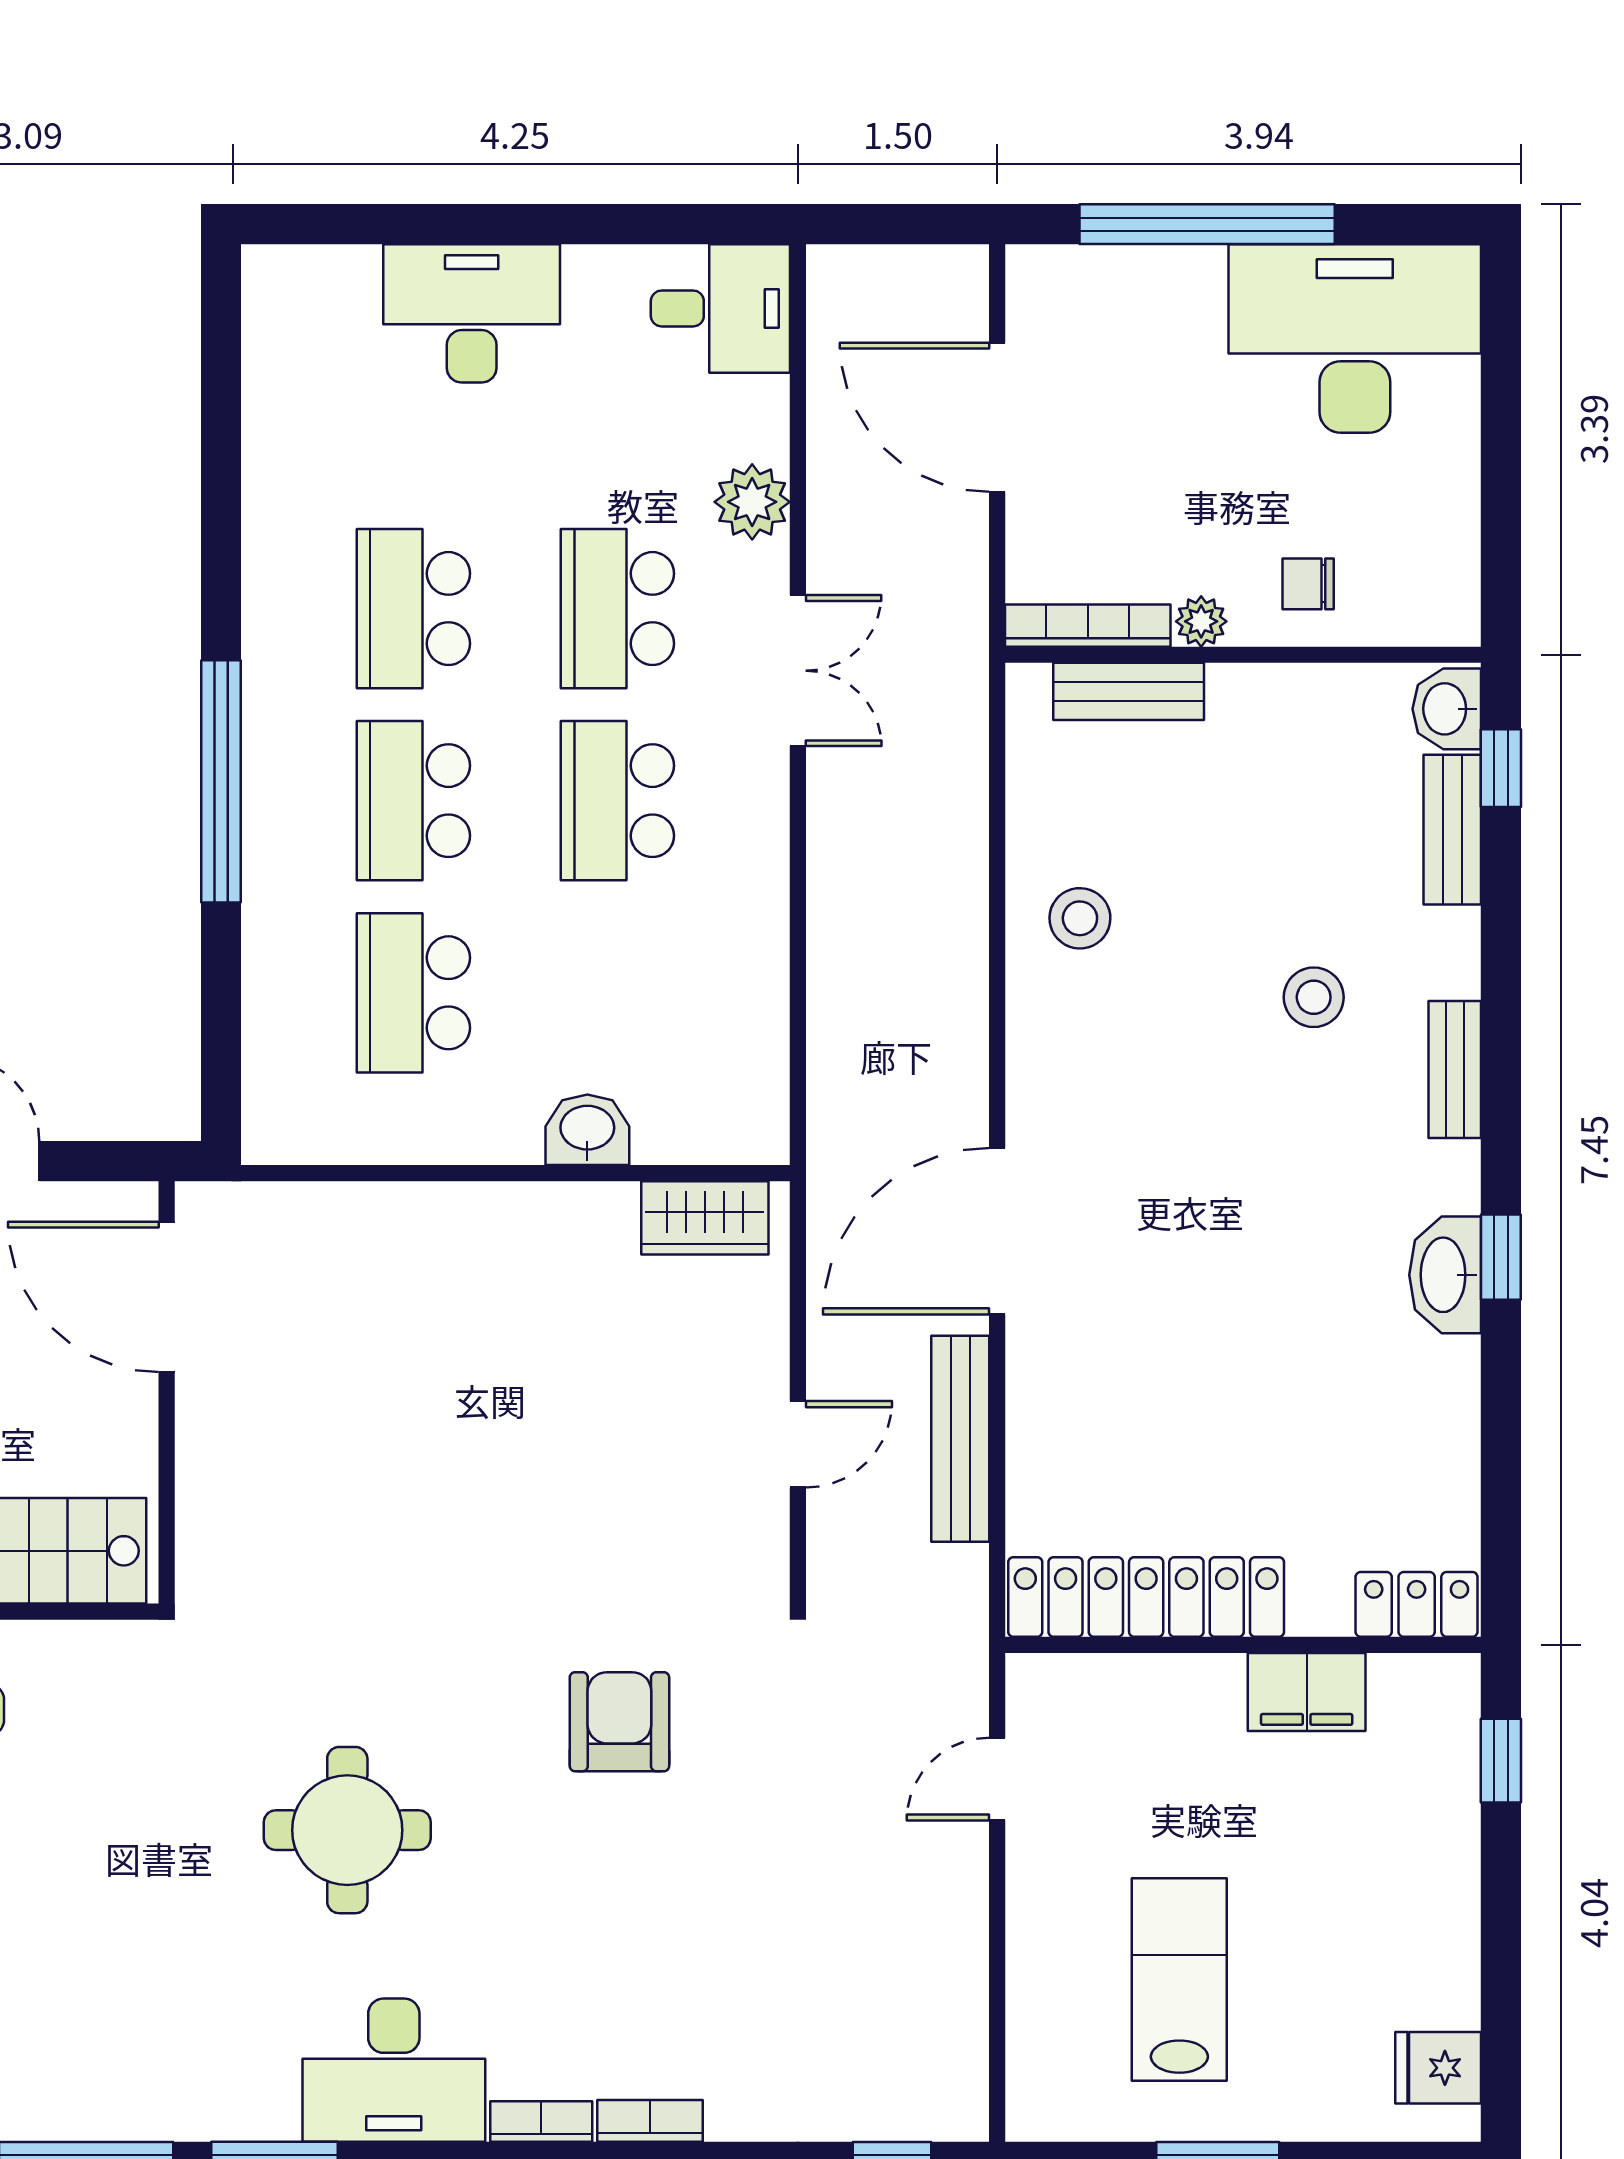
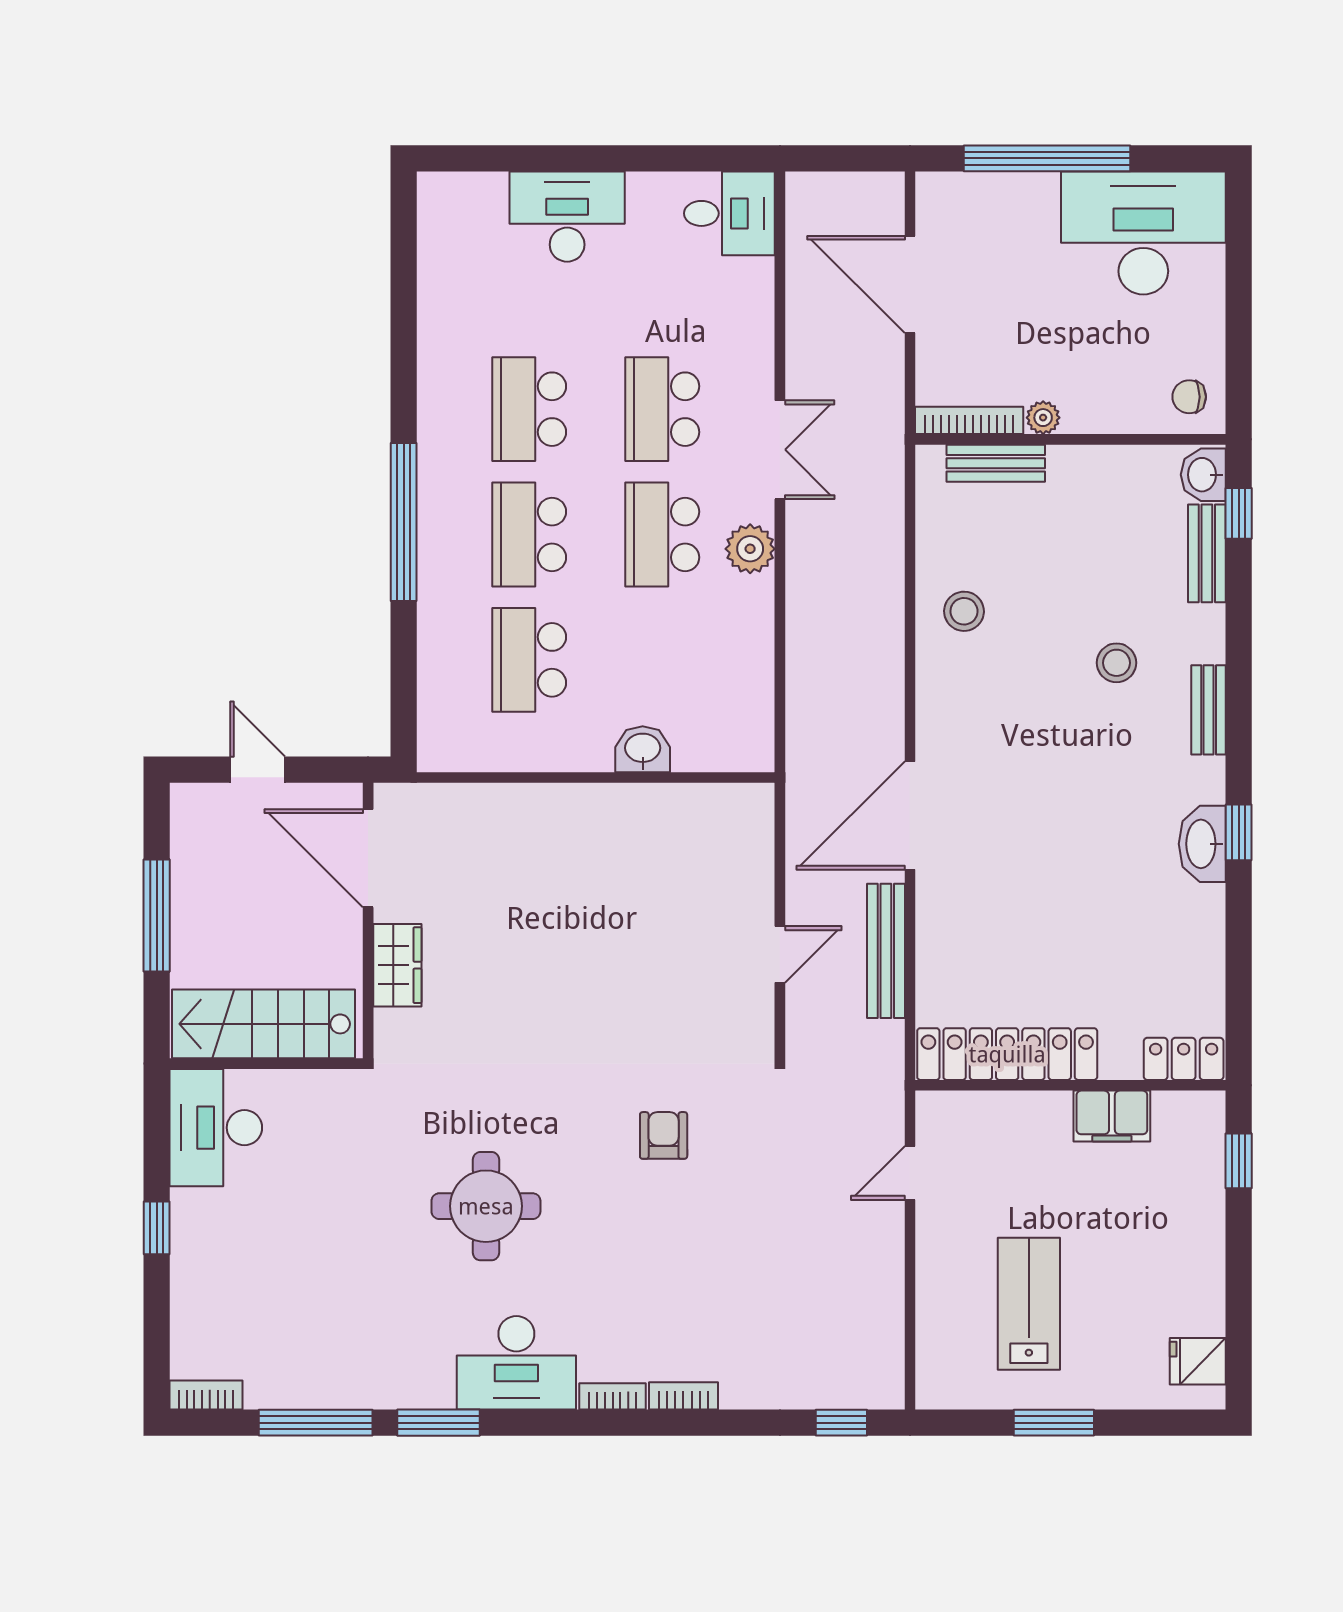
plant: (752, 502) -> (750, 549), moved
chair: (1308, 584) -> (1189, 397), moved
wardrobe: (705, 1218) -> (397, 965), moved, turned -90
armchair: (619, 1722) -> (664, 1135), width x0.72, depth x0.72

